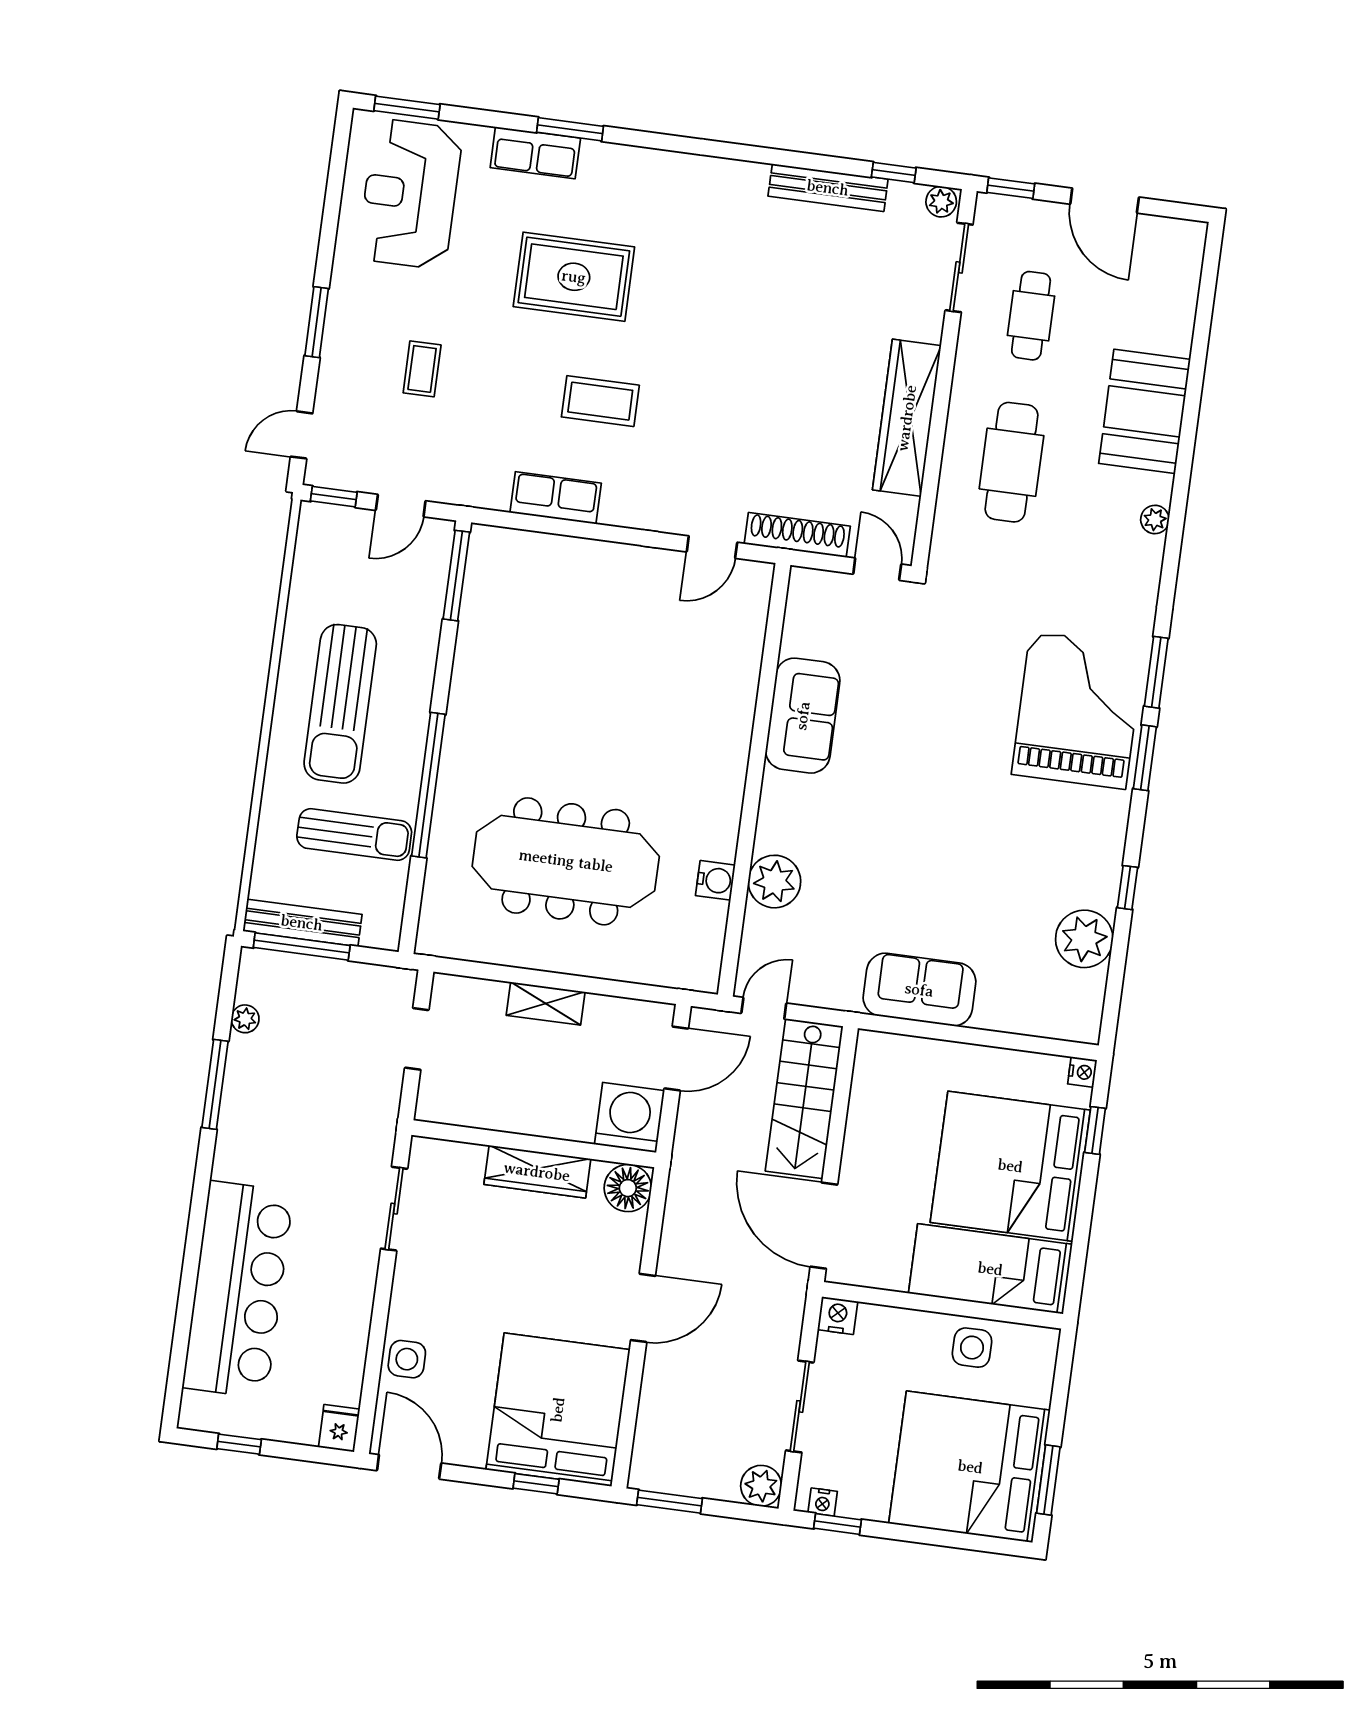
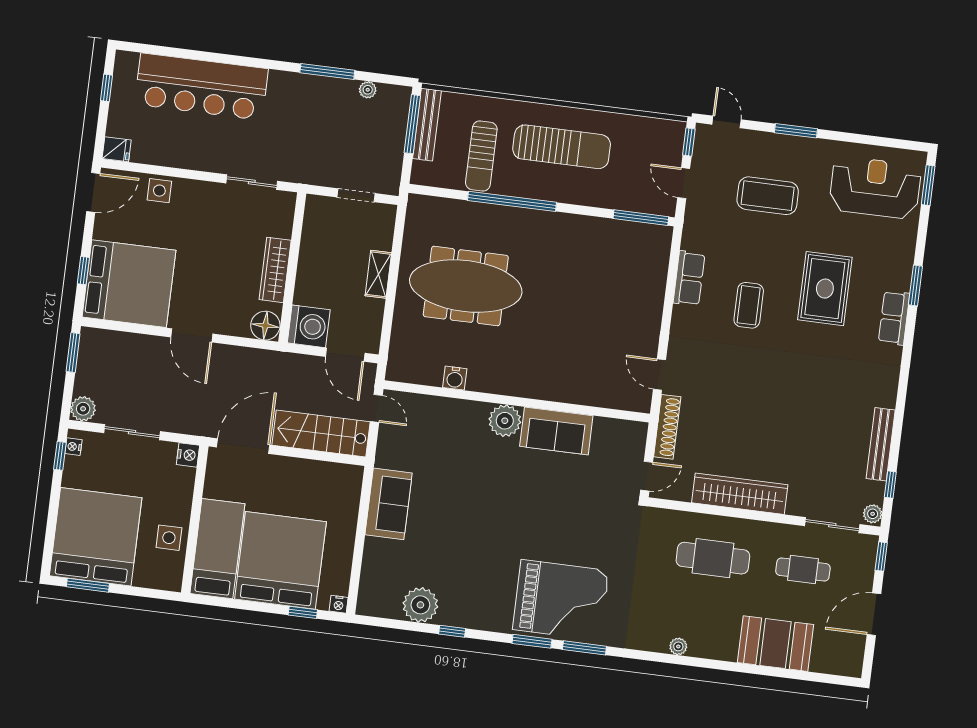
row of seats: (535, 153) -> (894, 318), moved
coffee table: (422, 369) -> (768, 196), width x1.86, depth x1.72
booth: (1145, 411) -> (775, 644), moved
sun lounger: (340, 704) -> (562, 147), turned 180
meeting table: (566, 861) -> (466, 286), turned 90
plant: (774, 882) -> (505, 421), moved

